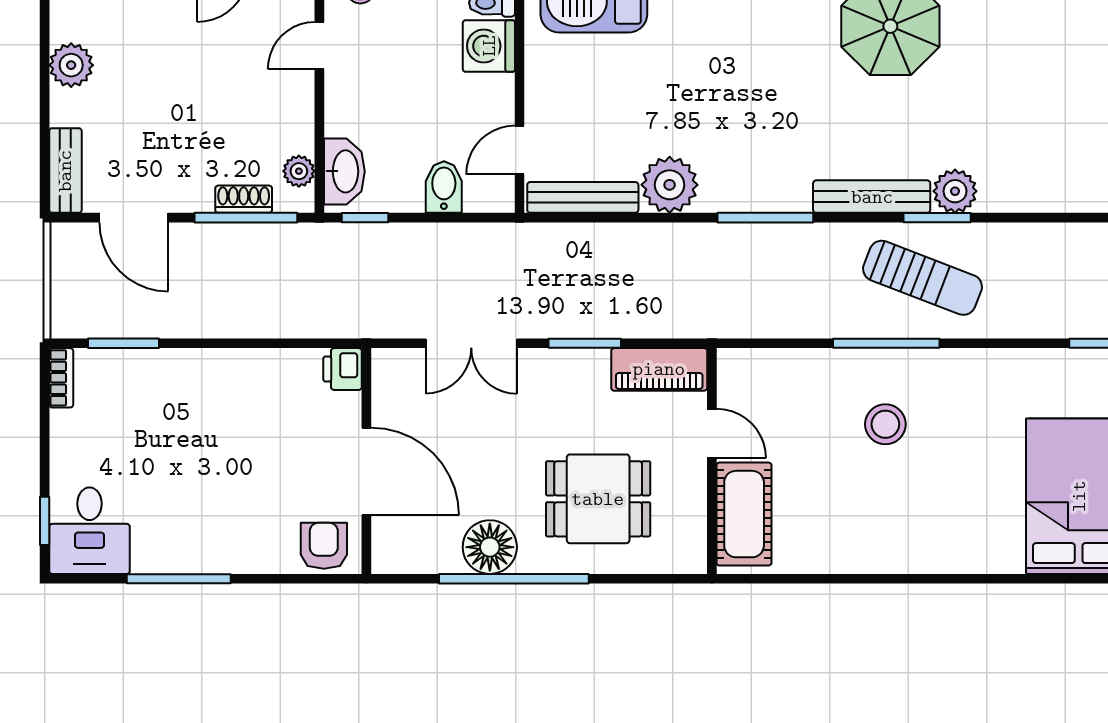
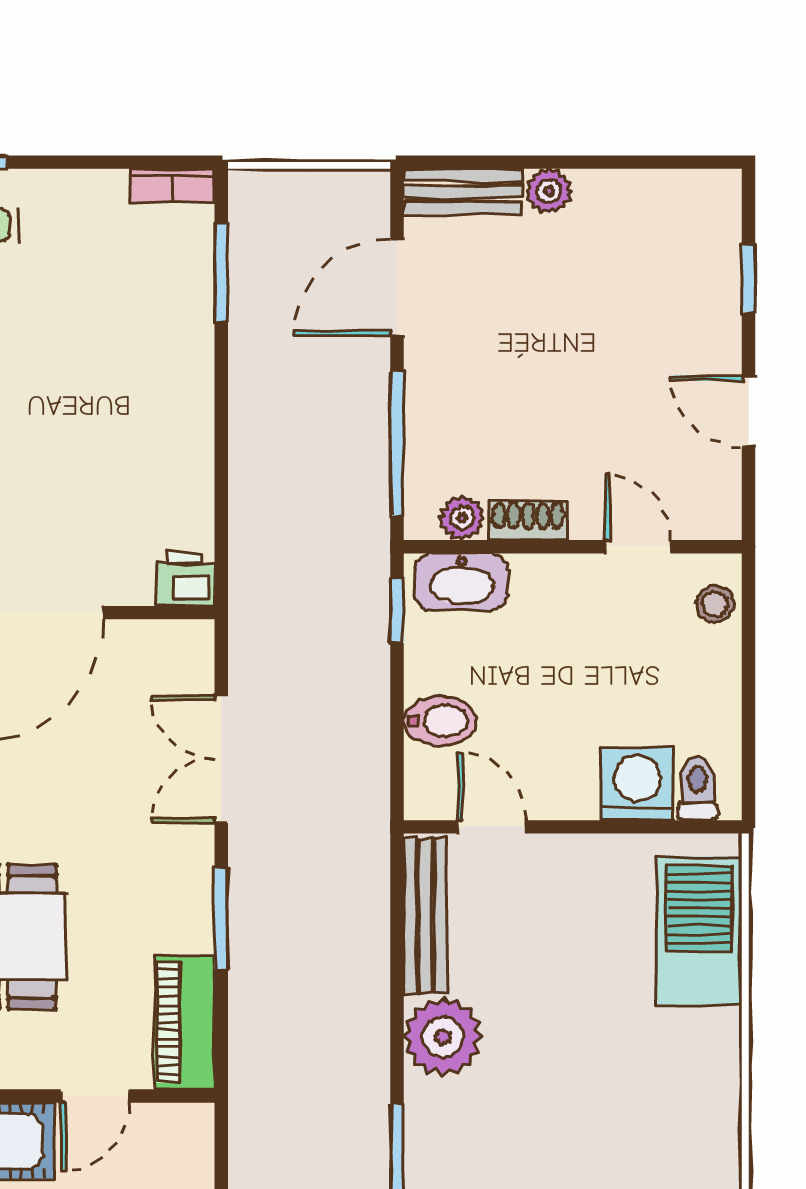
plant: (71, 65) -> (549, 191), moved, width x0.73, depth x0.73
shoe rack: (244, 199) -> (528, 521), moved, turned -90

